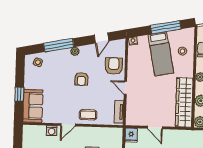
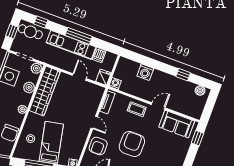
armchair: (81, 79) -> (132, 144), width x1.88, depth x1.88
window: (19, 94) -> (197, 138), moved
sofa: (33, 106) -> (177, 124), moved, turned -90
washing machine: (52, 131) -> (115, 84), moved

